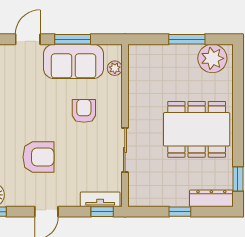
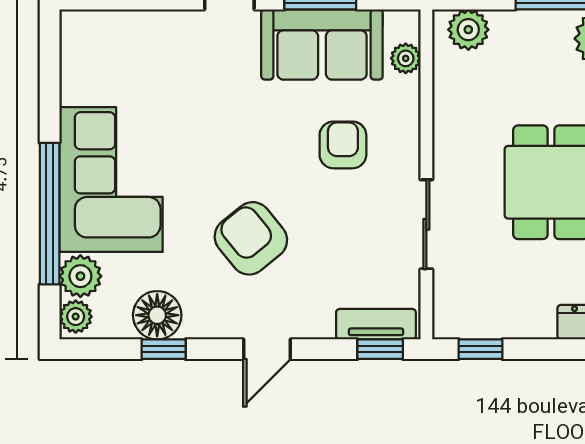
plant: (146, 54) -> (468, 30), added
armchair: (38, 157) -> (251, 238), turned -129
window: (180, 212) -> (481, 349), moved

